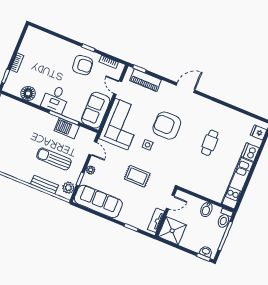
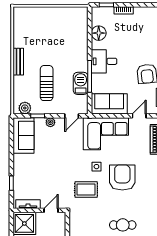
rug: (137, 176) -> (86, 189), moved, turned 90
bench: (44, 185) -> (18, 62), moved
sofa: (98, 201) -> (23, 135), width x0.73
door: (170, 202) -> (51, 210), swing flipped

